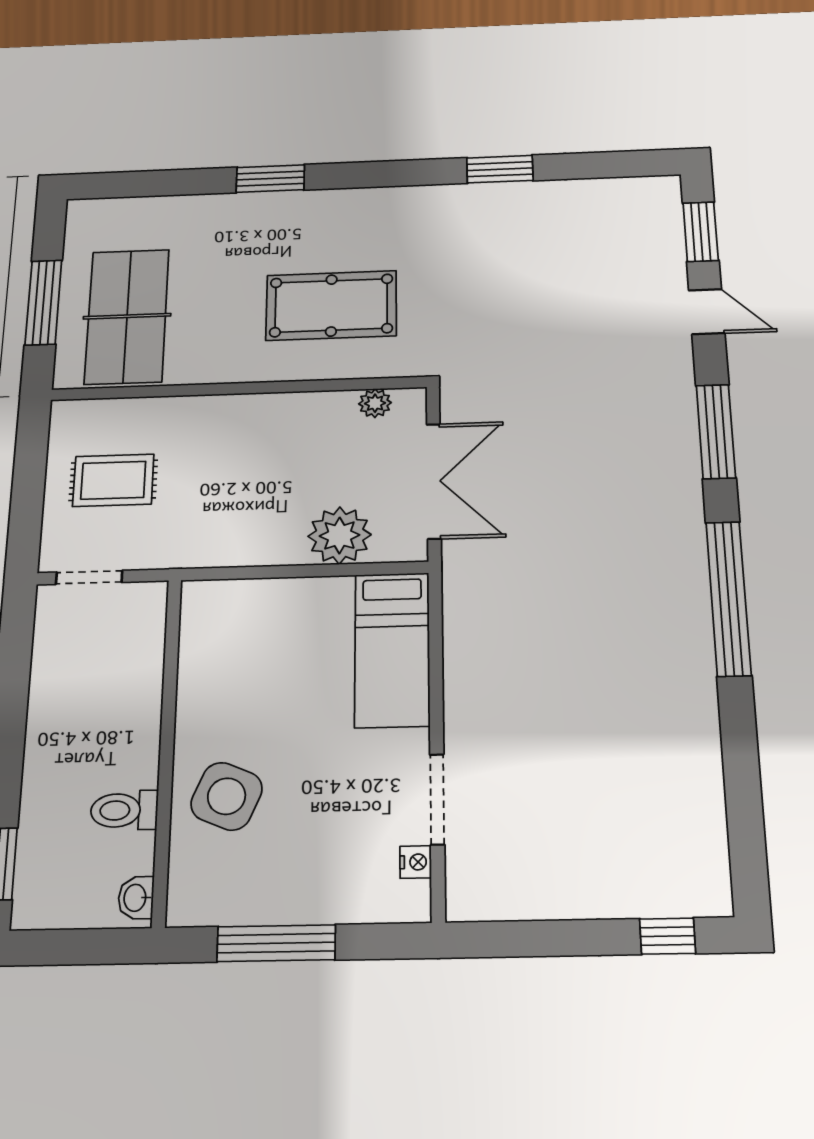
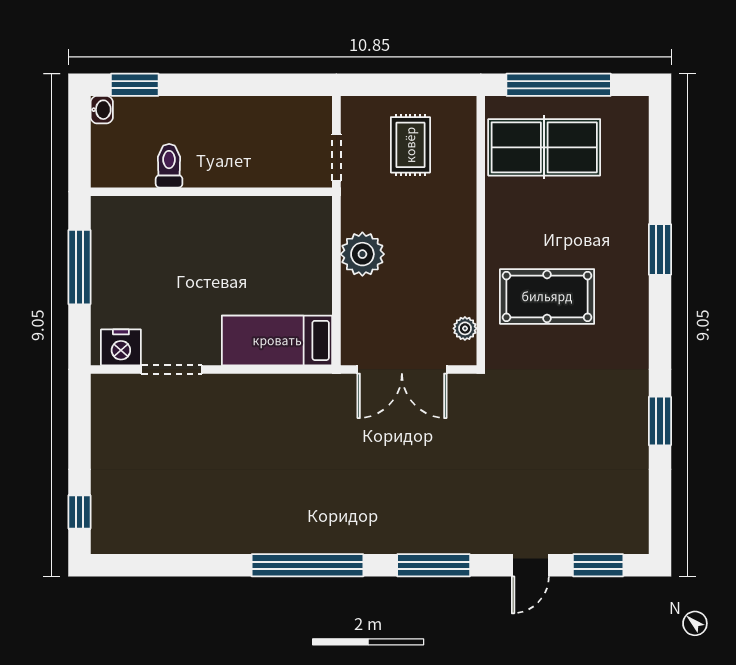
window: (43, 302) -> (559, 85), width x1.46
pool table: (331, 305) -> (547, 296), turned 90
plant: (340, 535) -> (362, 254), moved
doorway: (89, 577) -> (336, 157), moved
side table: (227, 796) -> (177, 232), removed
nightstand: (416, 862) -> (121, 347), width x1.89, depth x1.79
washbasin: (136, 898) -> (102, 110), moved, turned 90

